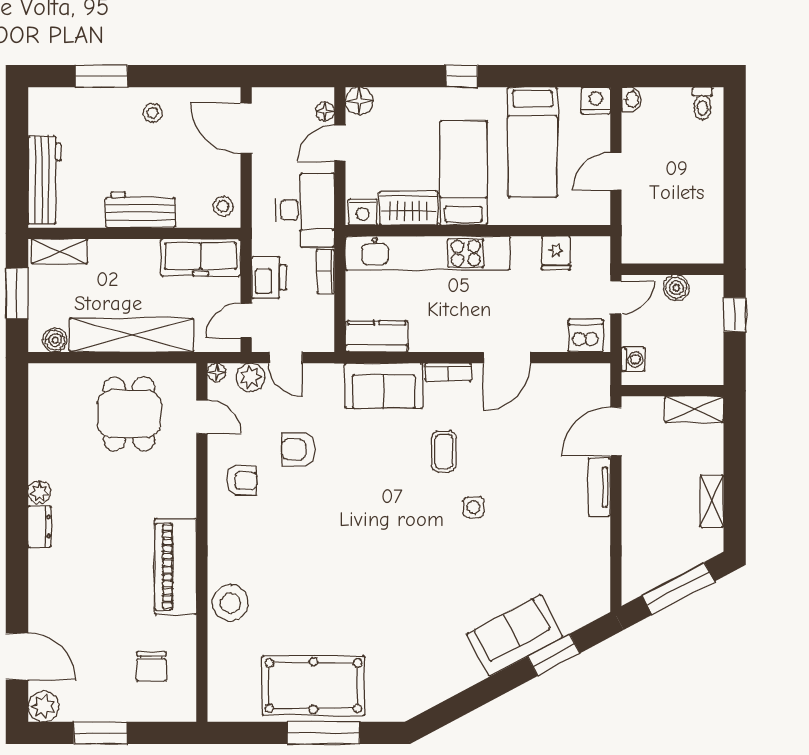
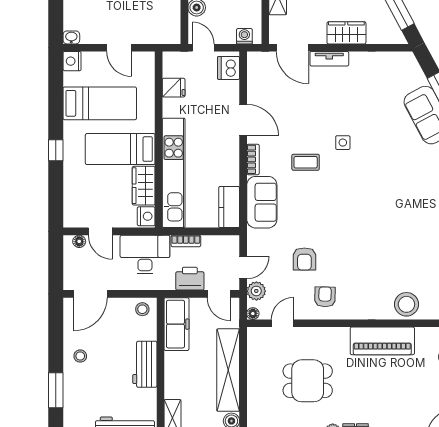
floor lamp: (359, 101) -> (72, 219), removed
dining table: (129, 414) -> (308, 381), moved
wardrobe: (638, 513) -> (346, 33), added

